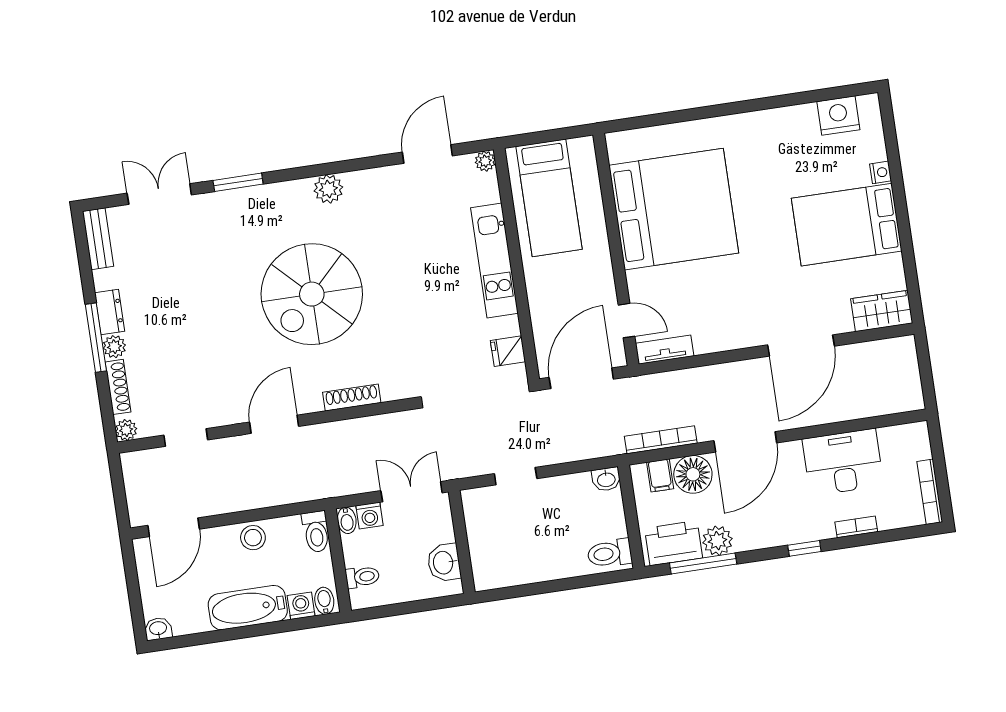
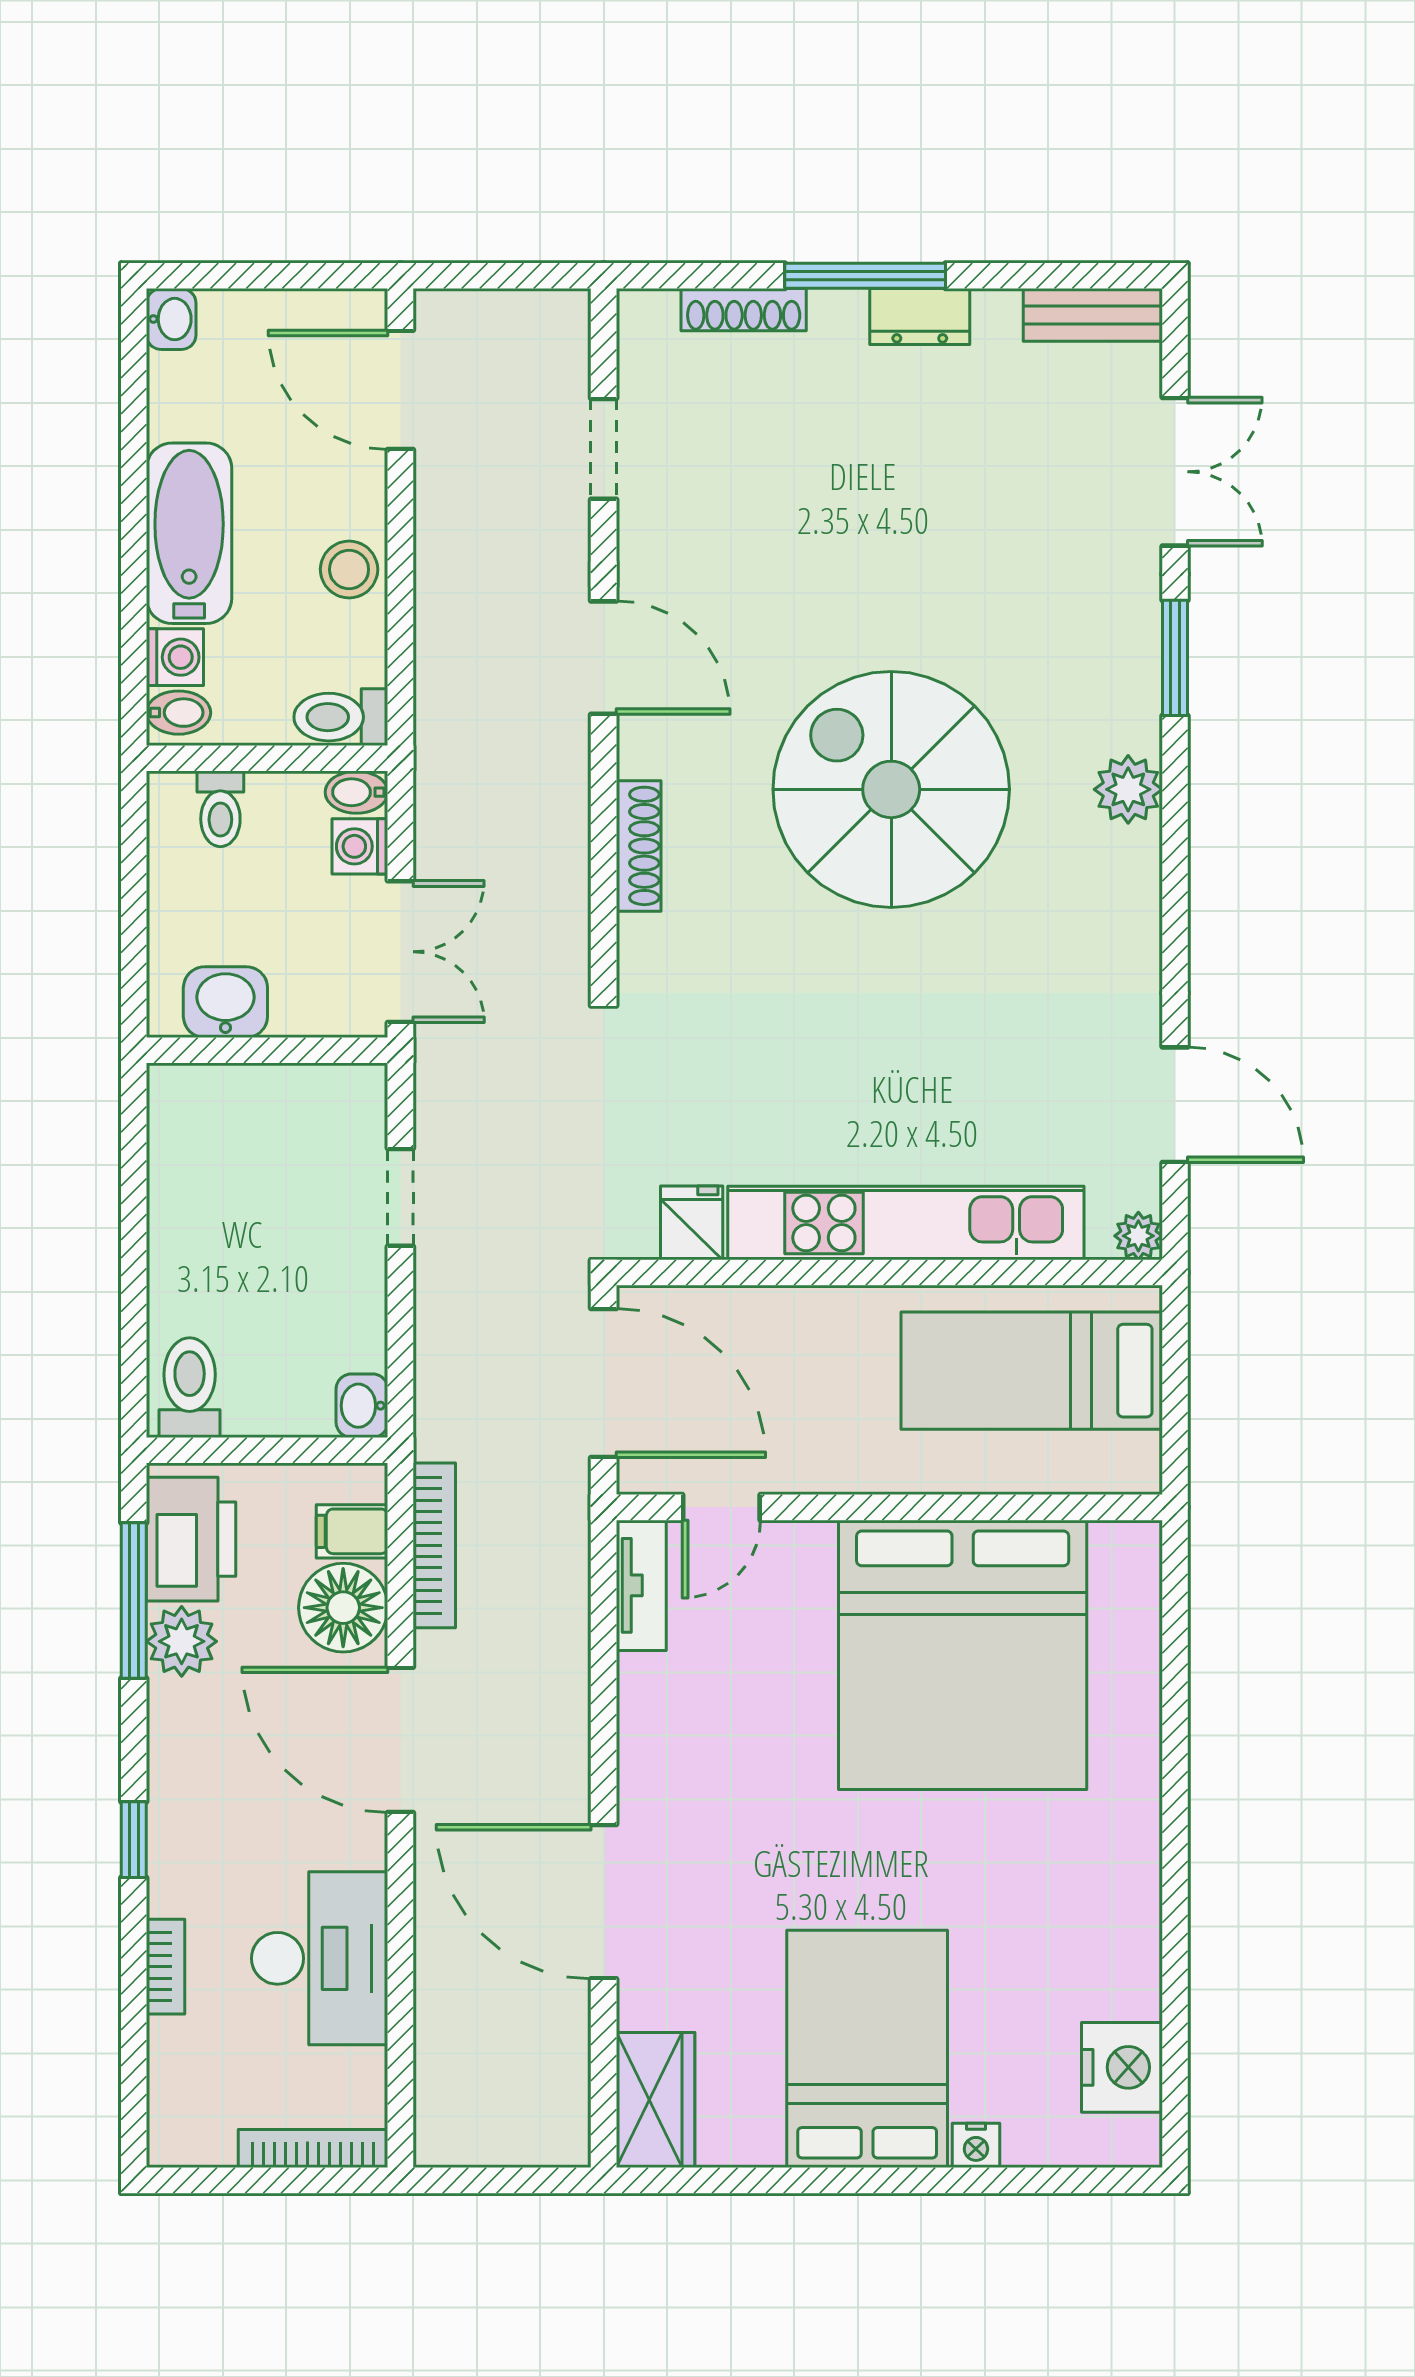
plant: (328, 189) -> (1128, 789), moved
kitchen unit: (494, 260) -> (906, 1223), width x1.36
plant: (114, 347) -> (838, 315), removed
plant: (126, 430) -> (642, 314), removed
bookcase: (930, 492) -> (313, 2149), moved

